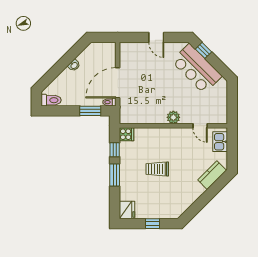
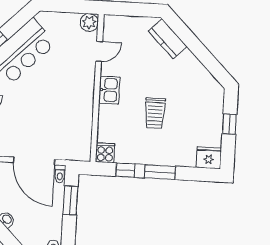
plant: (173, 117) -> (89, 22), moved
kitchen sink: (220, 142) -> (109, 90), moved, turned -90

